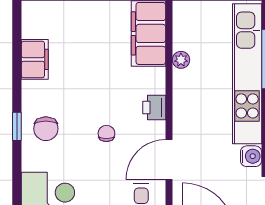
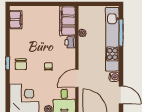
filing cabinet: (35, 59) -> (16, 20), moved
printer: (154, 107) -> (70, 42), moved

